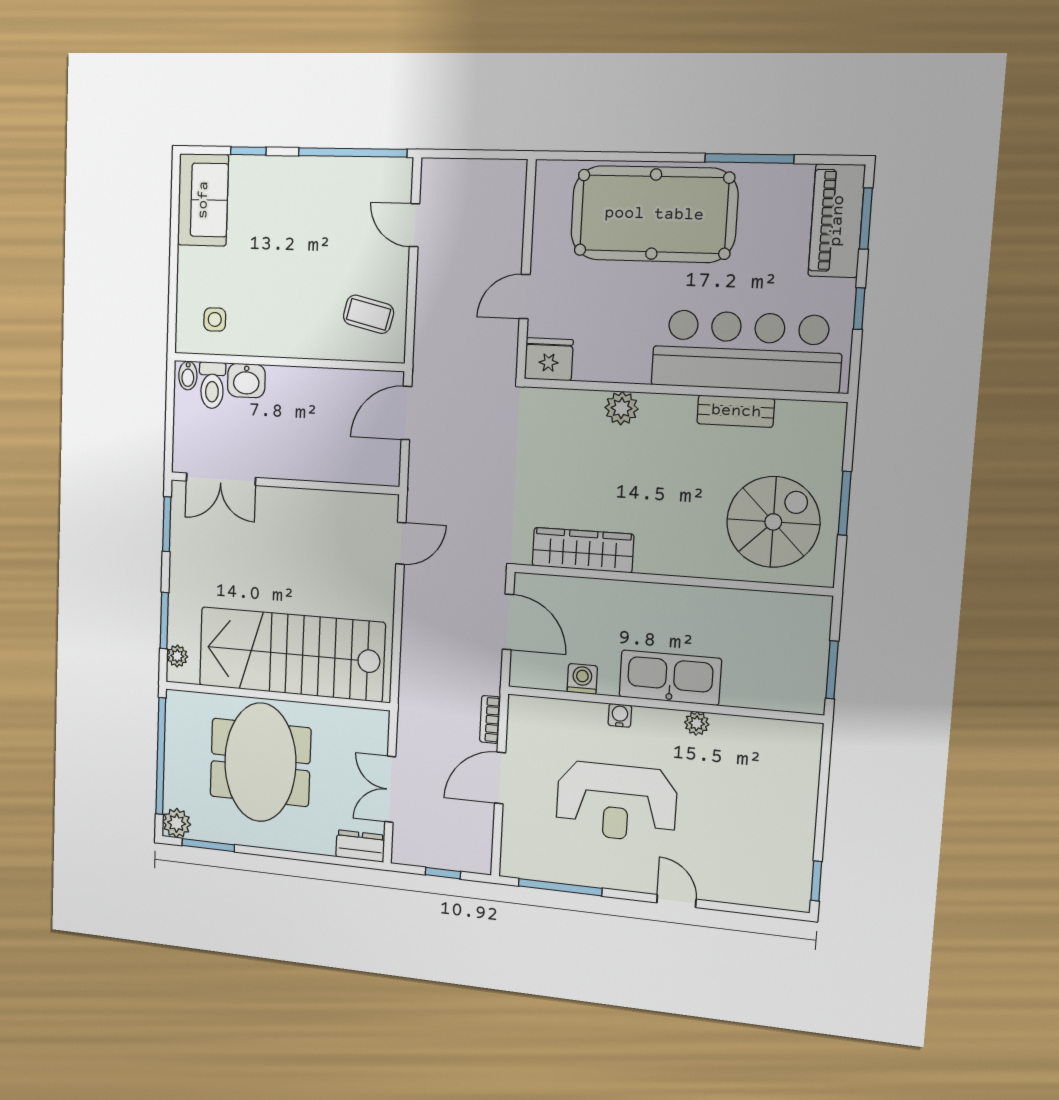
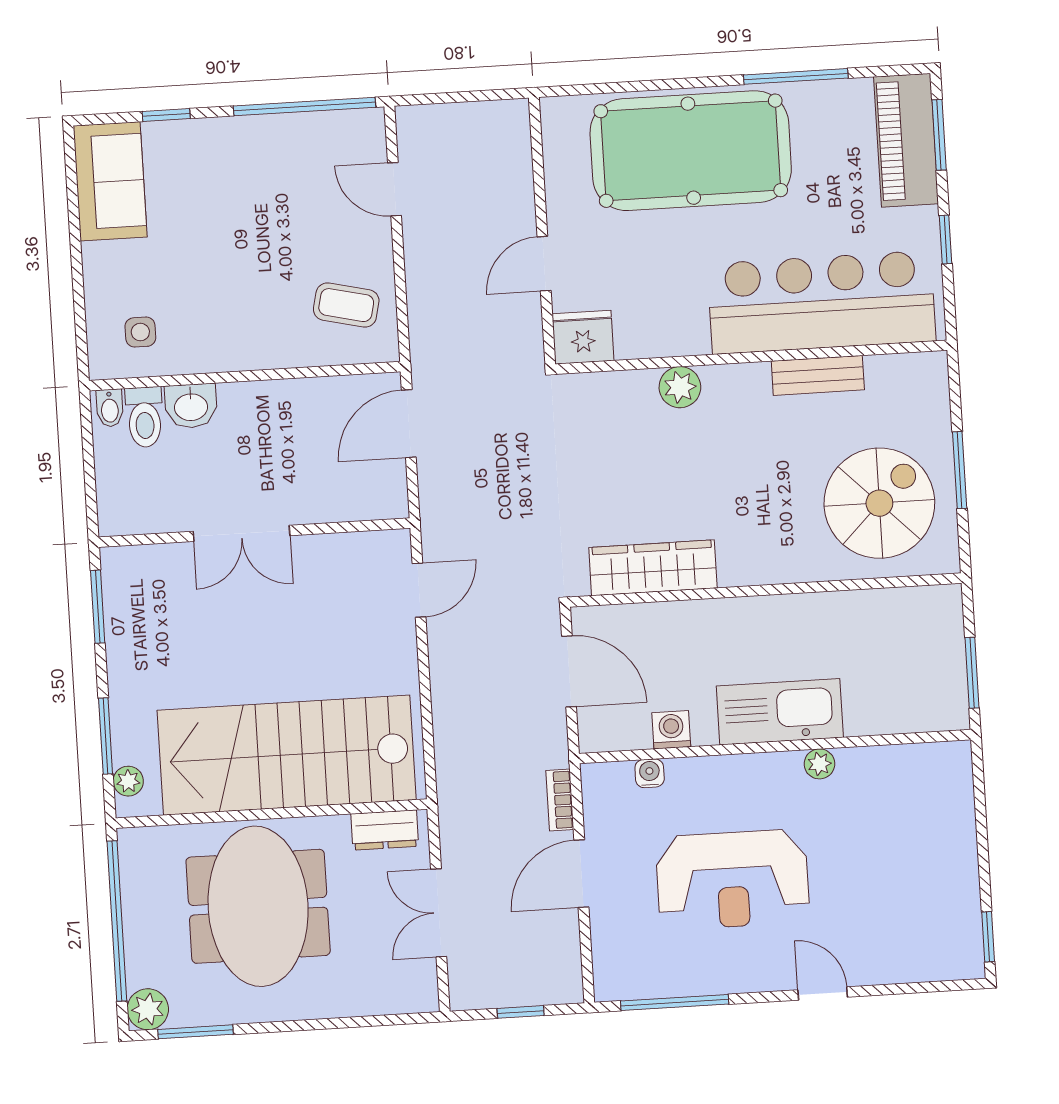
double door: (221, 479) -> (241, 533), moved
water cooler: (620, 715) -> (650, 773), moved
dresser: (360, 846) -> (385, 830), moved, turned 180

